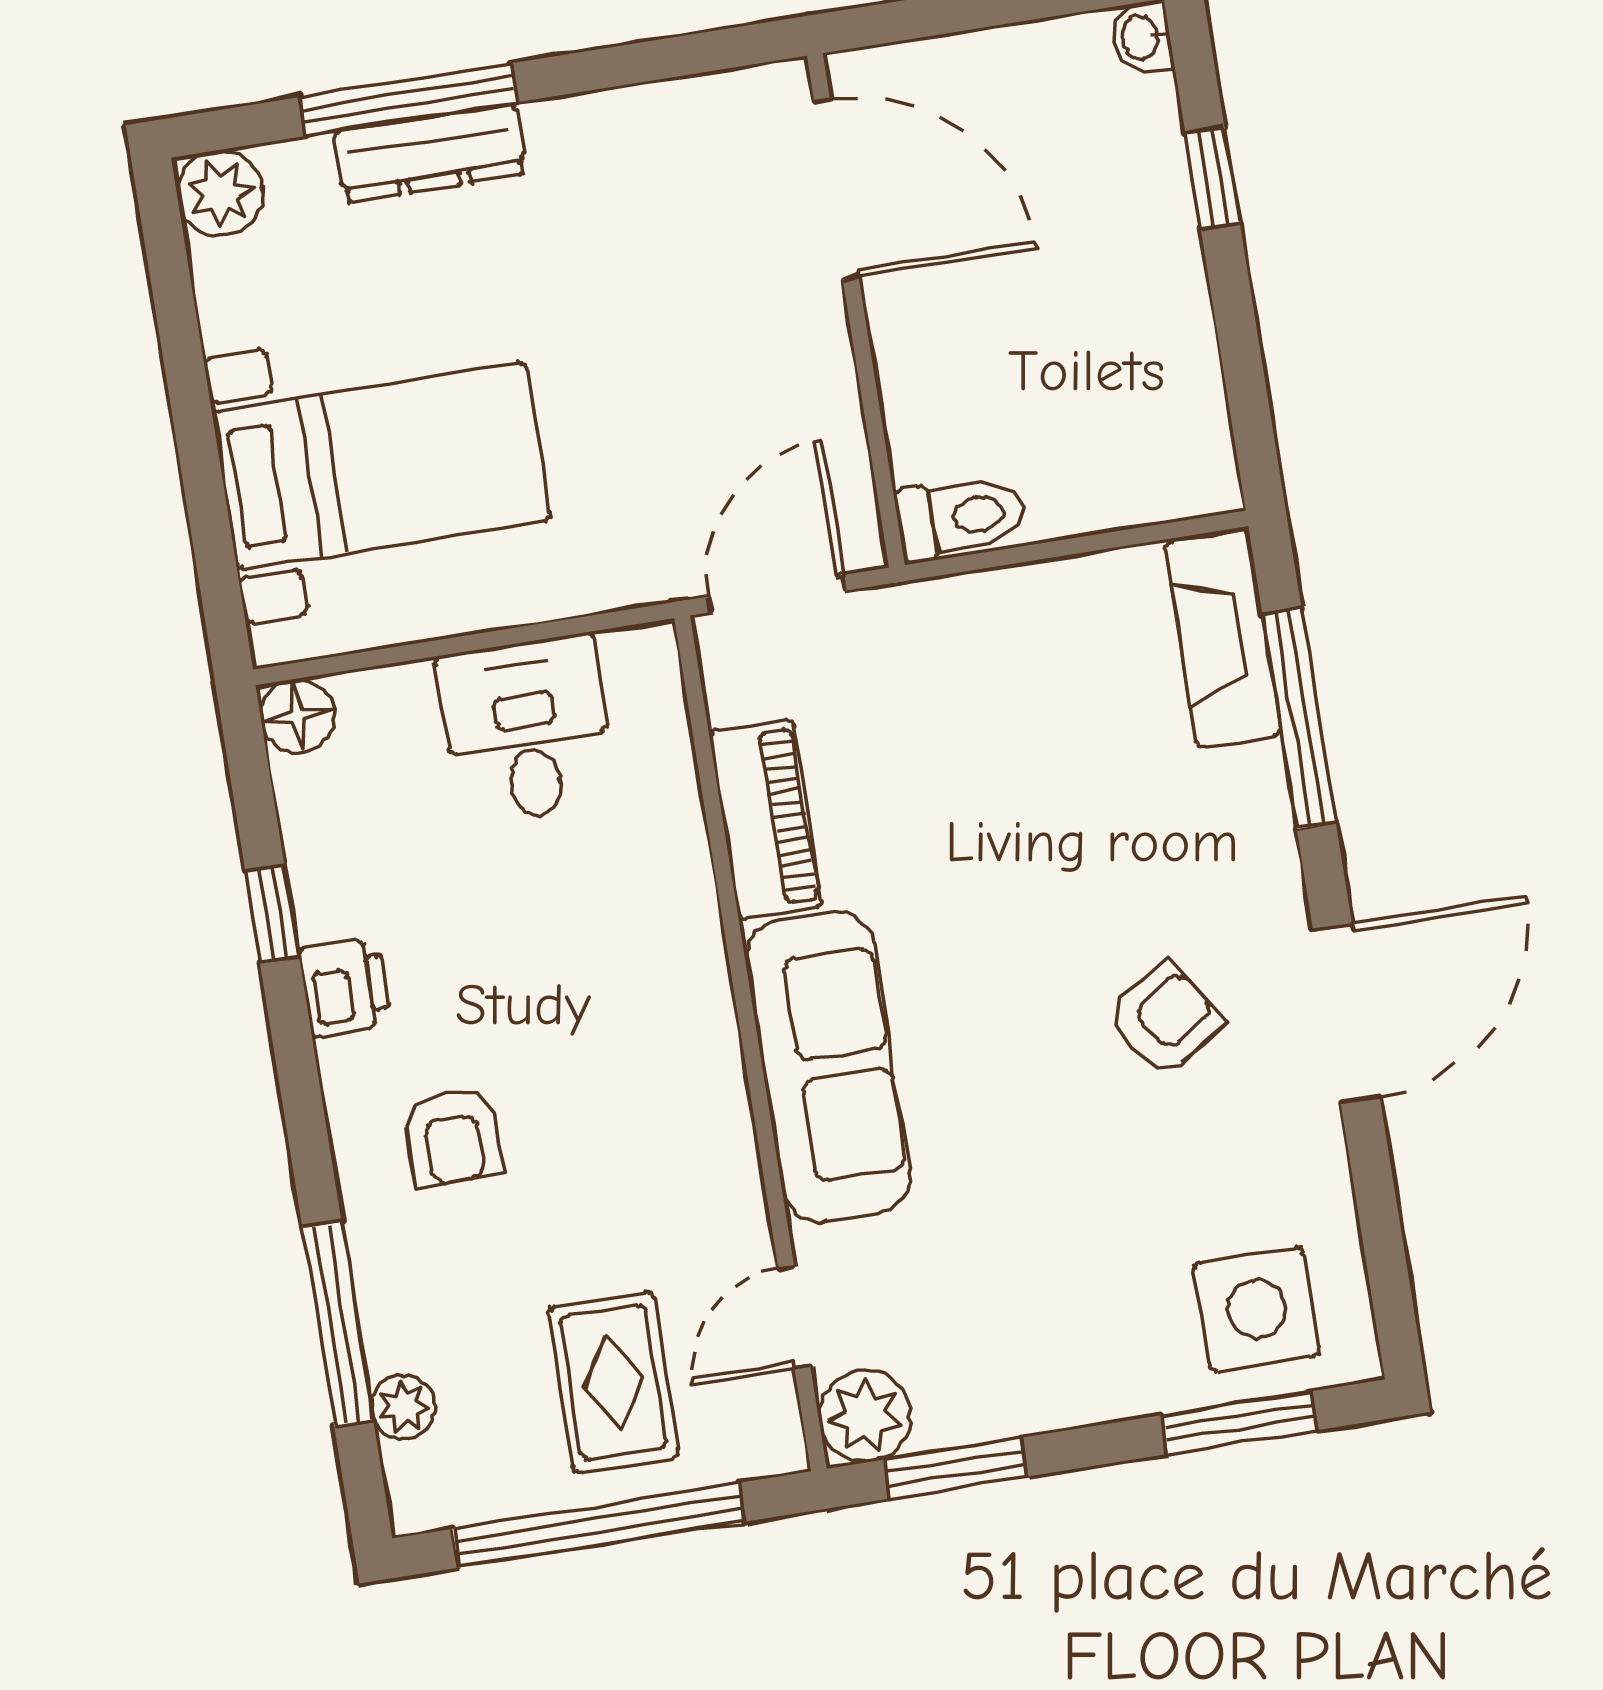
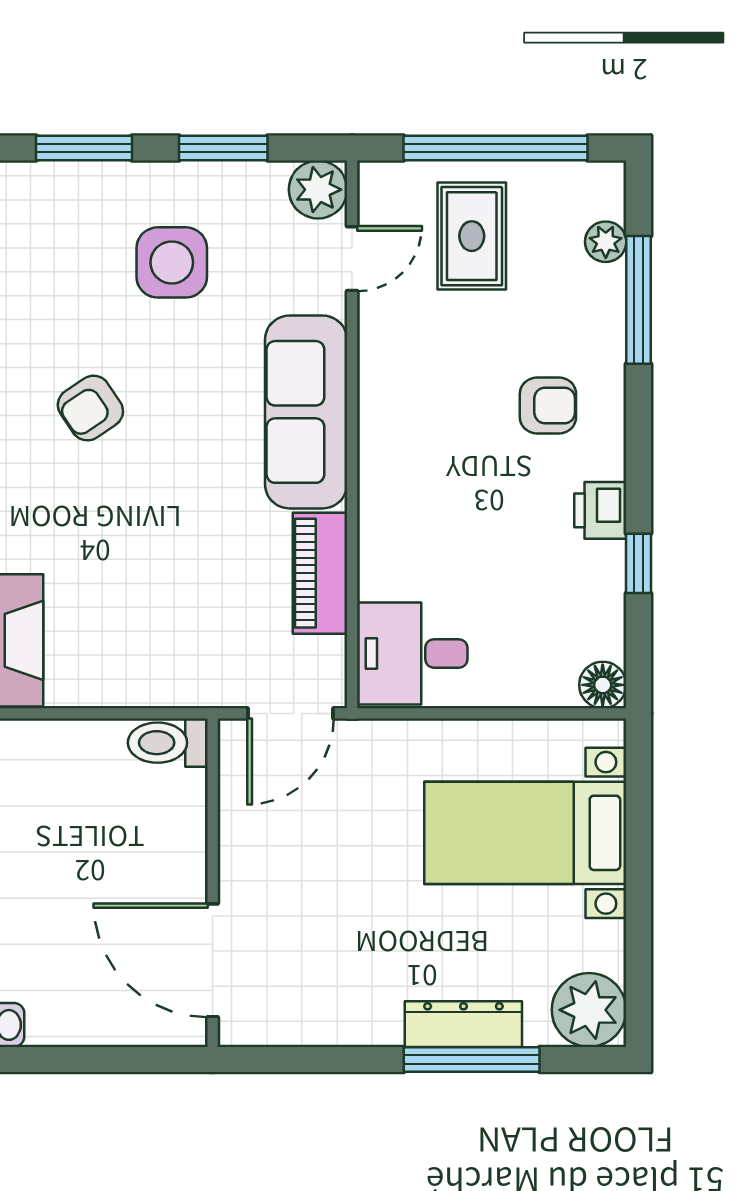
plant: (220, 193) -> (589, 1010), width x1.36, depth x1.36
desk: (527, 730) -> (412, 654), moved, turned 90
armchair: (453, 1137) -> (548, 405), turned 90
side table: (1256, 1309) -> (172, 262), moved
window: (956, 1468) -> (223, 148), moved

